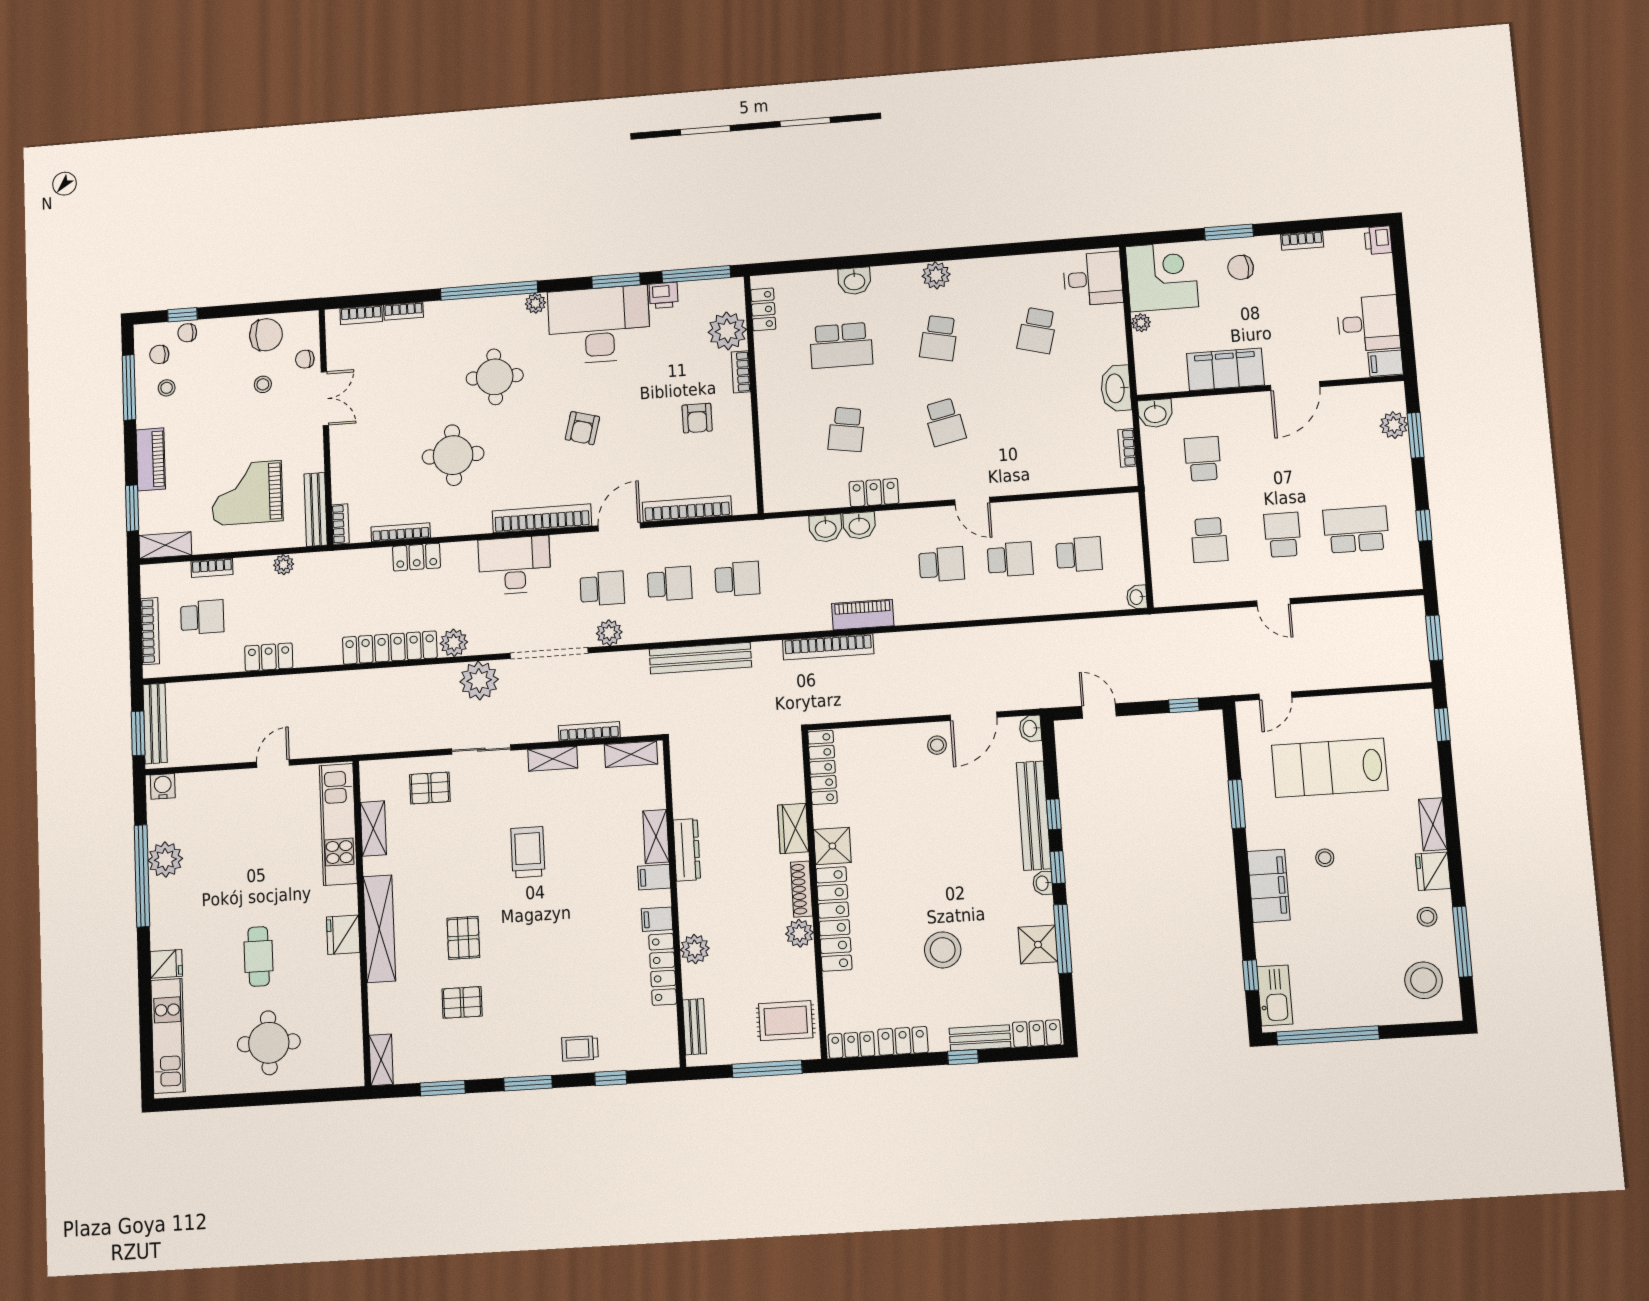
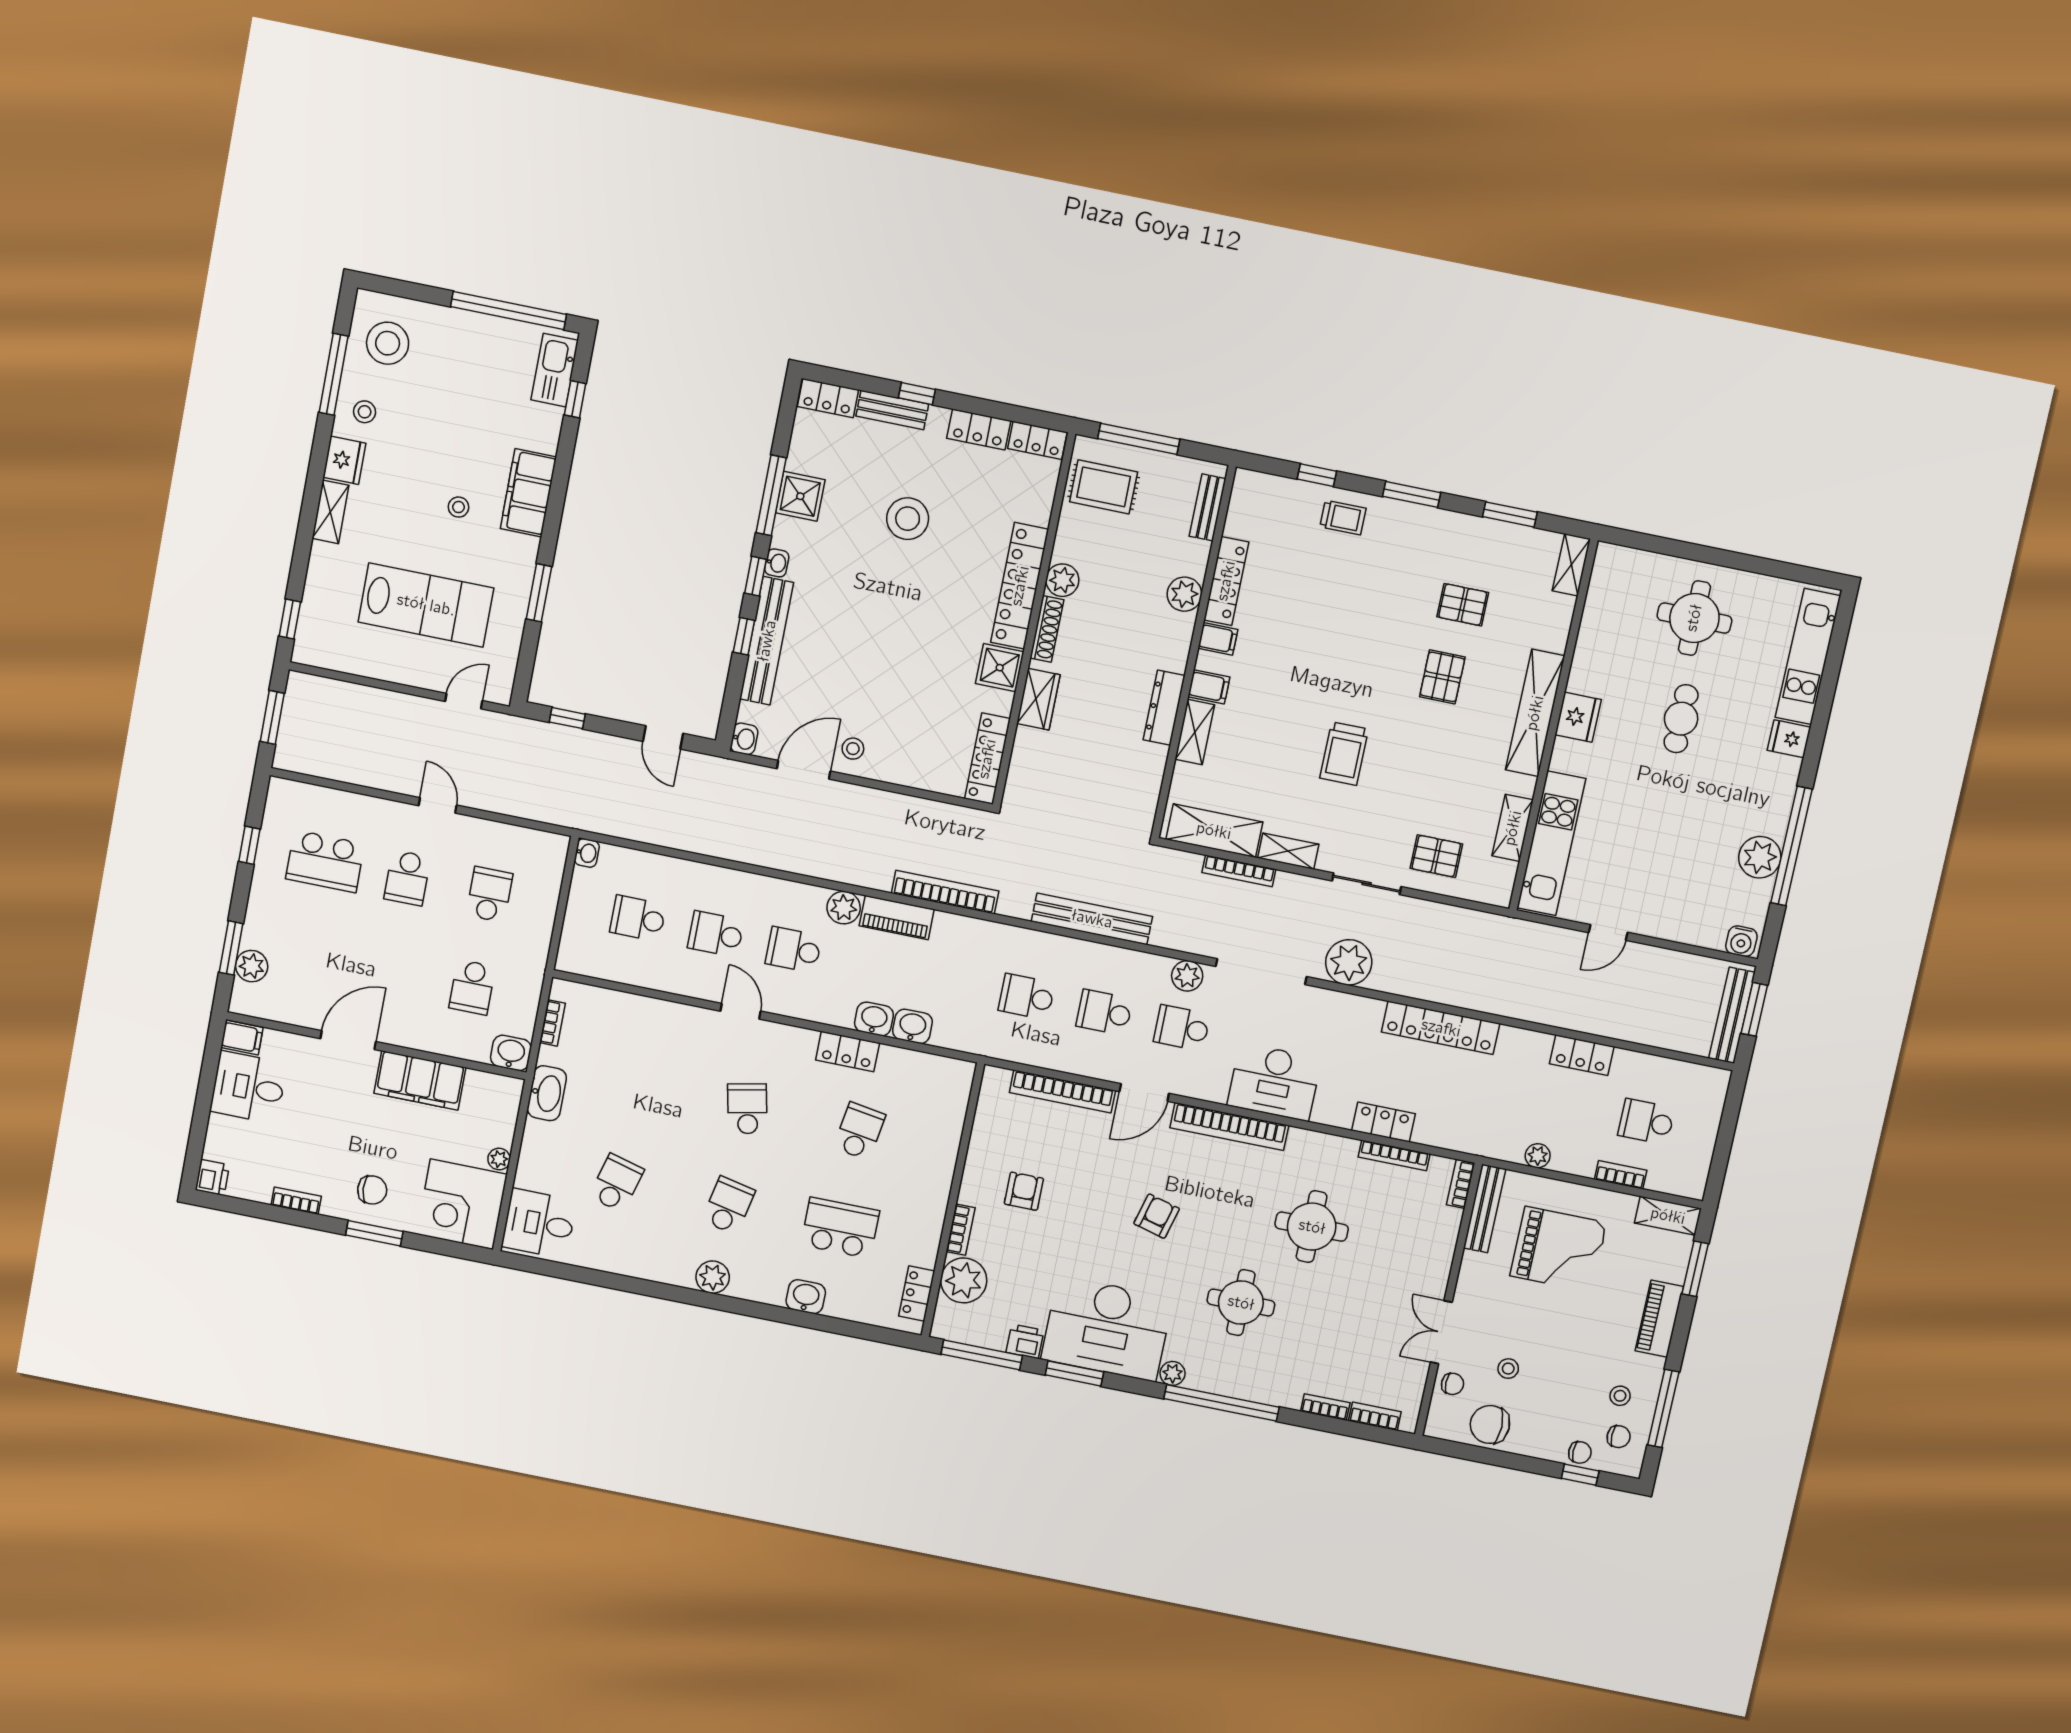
bookcase: (150, 631) -> (1711, 1122), removed
plant: (454, 643) -> (844, 908), moved
shelving: (631, 754) -> (1214, 831), width x1.50, depth x1.33

